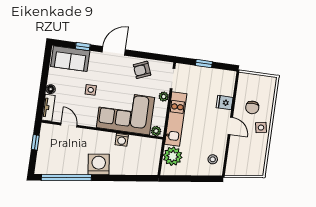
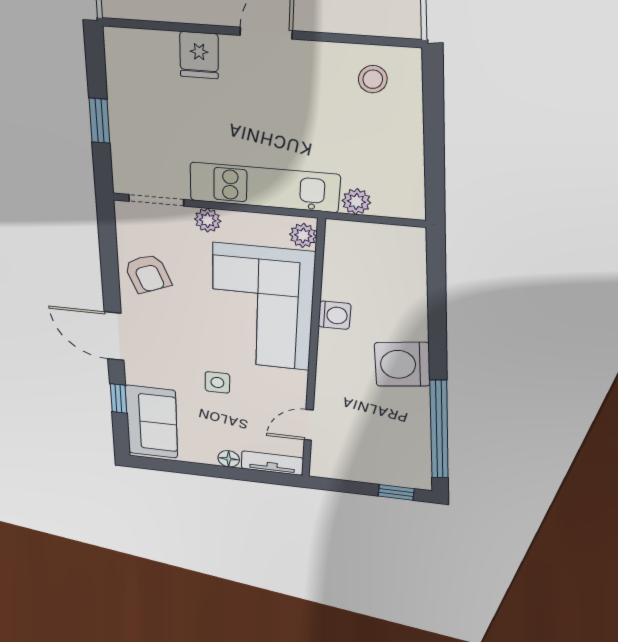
window: (35, 142) -> (396, 492), moved
plant: (173, 156) -> (356, 202), width x0.53, depth x0.53

